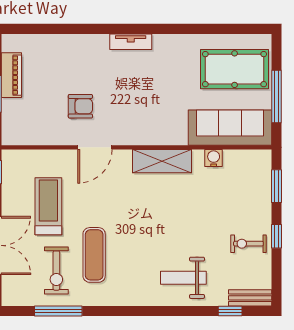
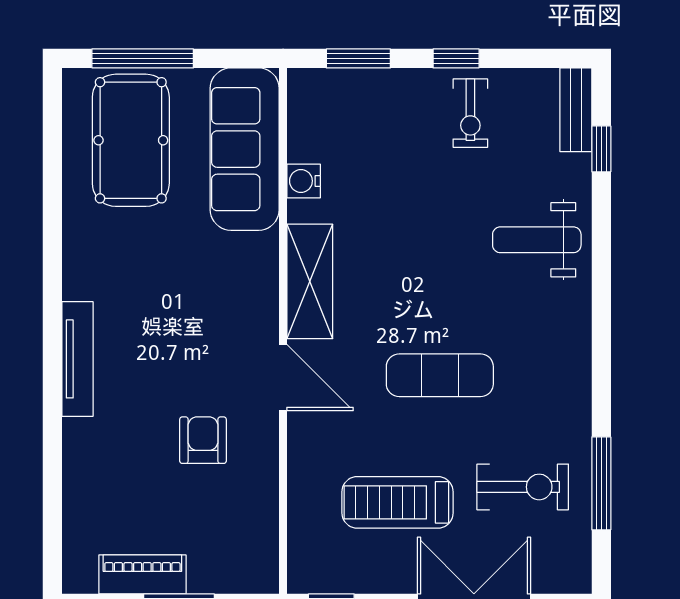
tv unit: (131, 42) -> (78, 359), width x1.41
window: (277, 97) -> (143, 58), moved
door: (95, 147) -> (283, 378), moved
exercise mat: (94, 255) -> (440, 375), moved
weight bench: (183, 278) -> (537, 240), turned 90

